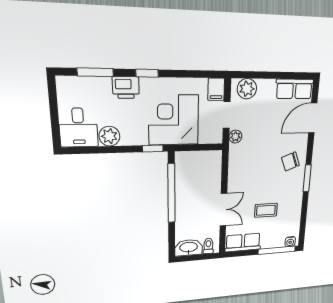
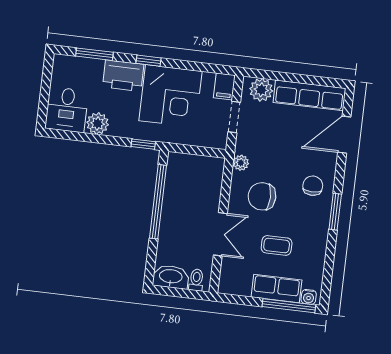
printer: (126, 88) -> (123, 76), width x1.37, depth x1.19
row of seats: (294, 89) -> (309, 95), width x1.48
corner desk: (174, 120) -> (170, 96), moved, turned 180
plant: (235, 137) -> (241, 163), moved
chair: (290, 161) -> (313, 186), turned 111
chair: (253, 176) -> (262, 196), added
row of seats: (243, 242) -> (276, 289), moved

